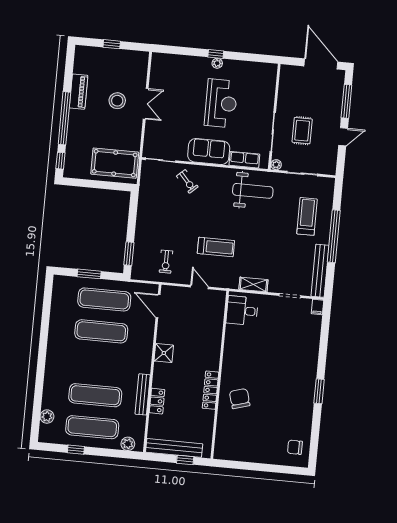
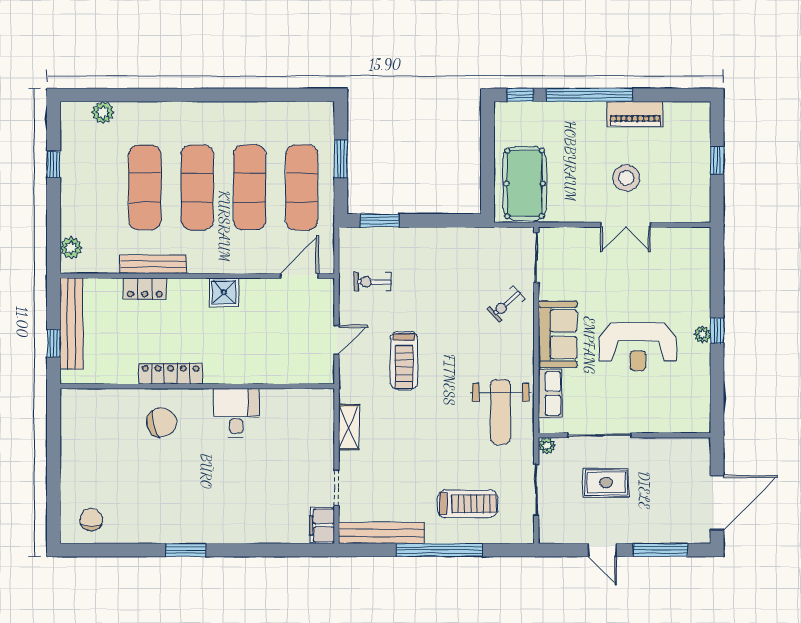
filing cabinet: (317, 307) -> (322, 525), width x2.00
desk: (242, 311) -> (236, 413), moved
exercise mat: (92, 427) -> (197, 187), moved

